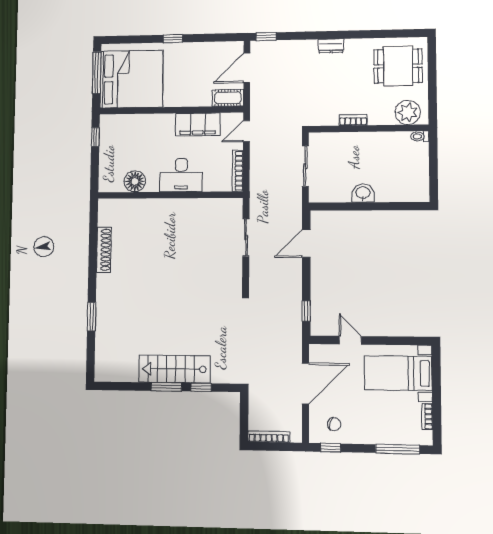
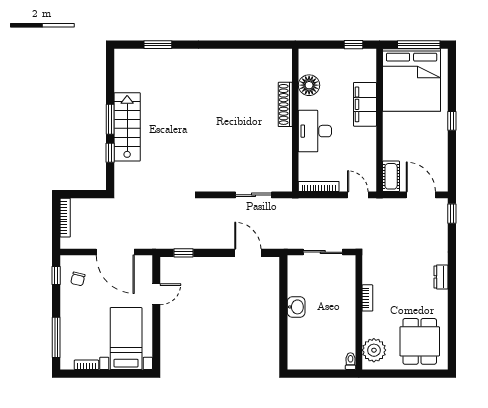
filing cabinet: (198, 124) -> (365, 104), moved
shoe rack: (104, 250) -> (285, 104), moved, turned 90
window: (91, 317) -> (158, 45), moved

